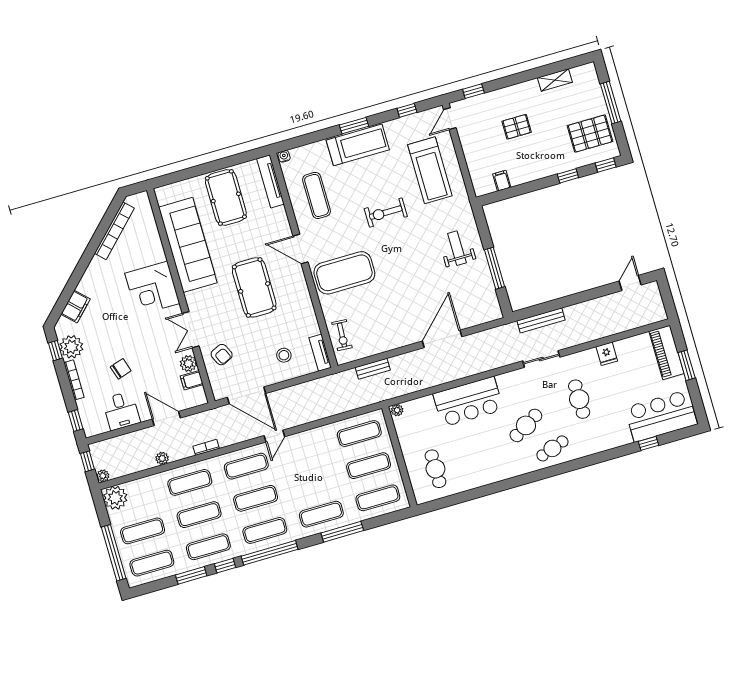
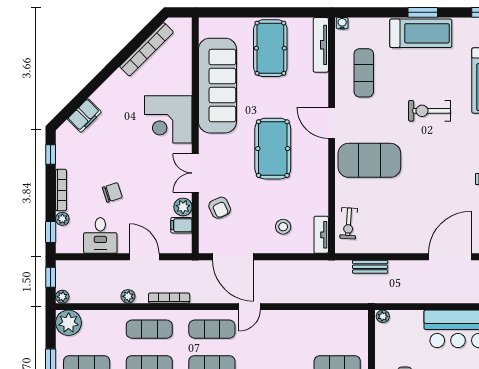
plant: (71, 347) -> (62, 219), moved, width x0.53, depth x0.53
exercise mat: (359, 434) -> (337, 329), removed
bookcase: (206, 447) -> (169, 298), width x1.56

